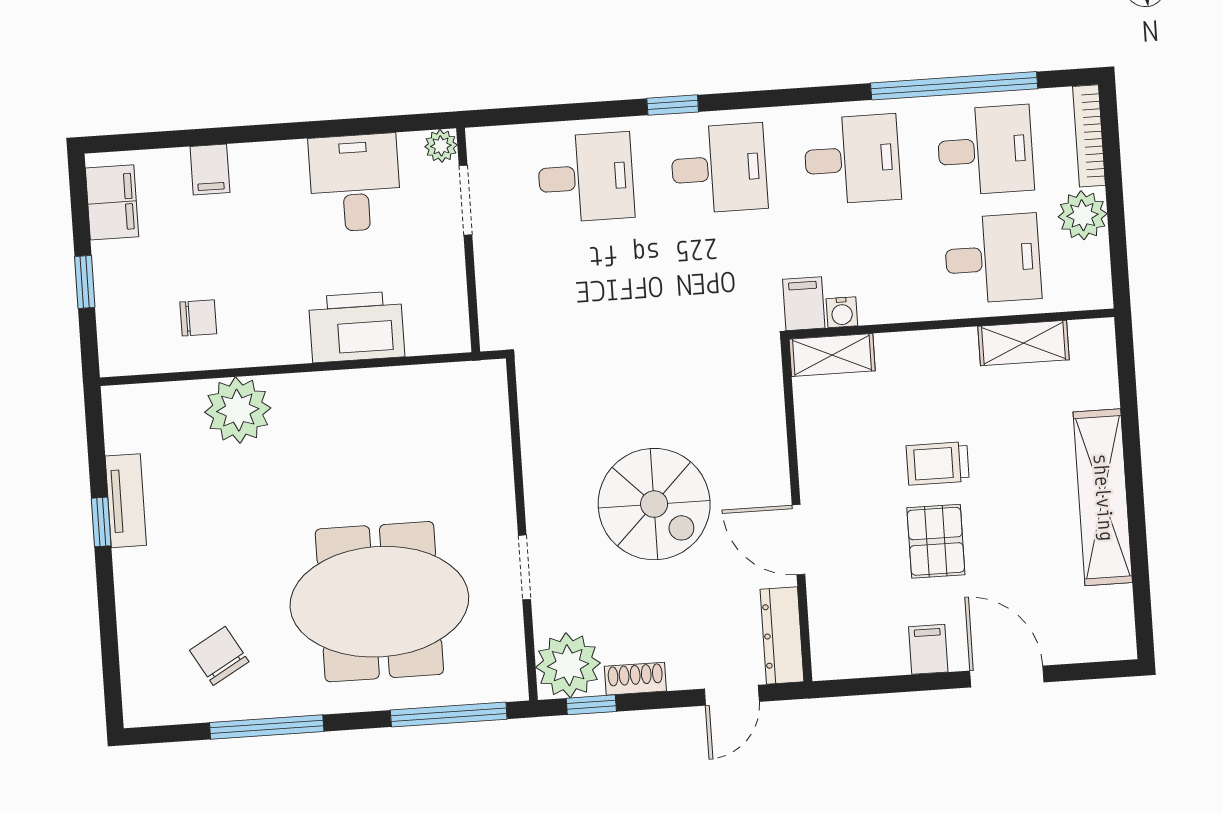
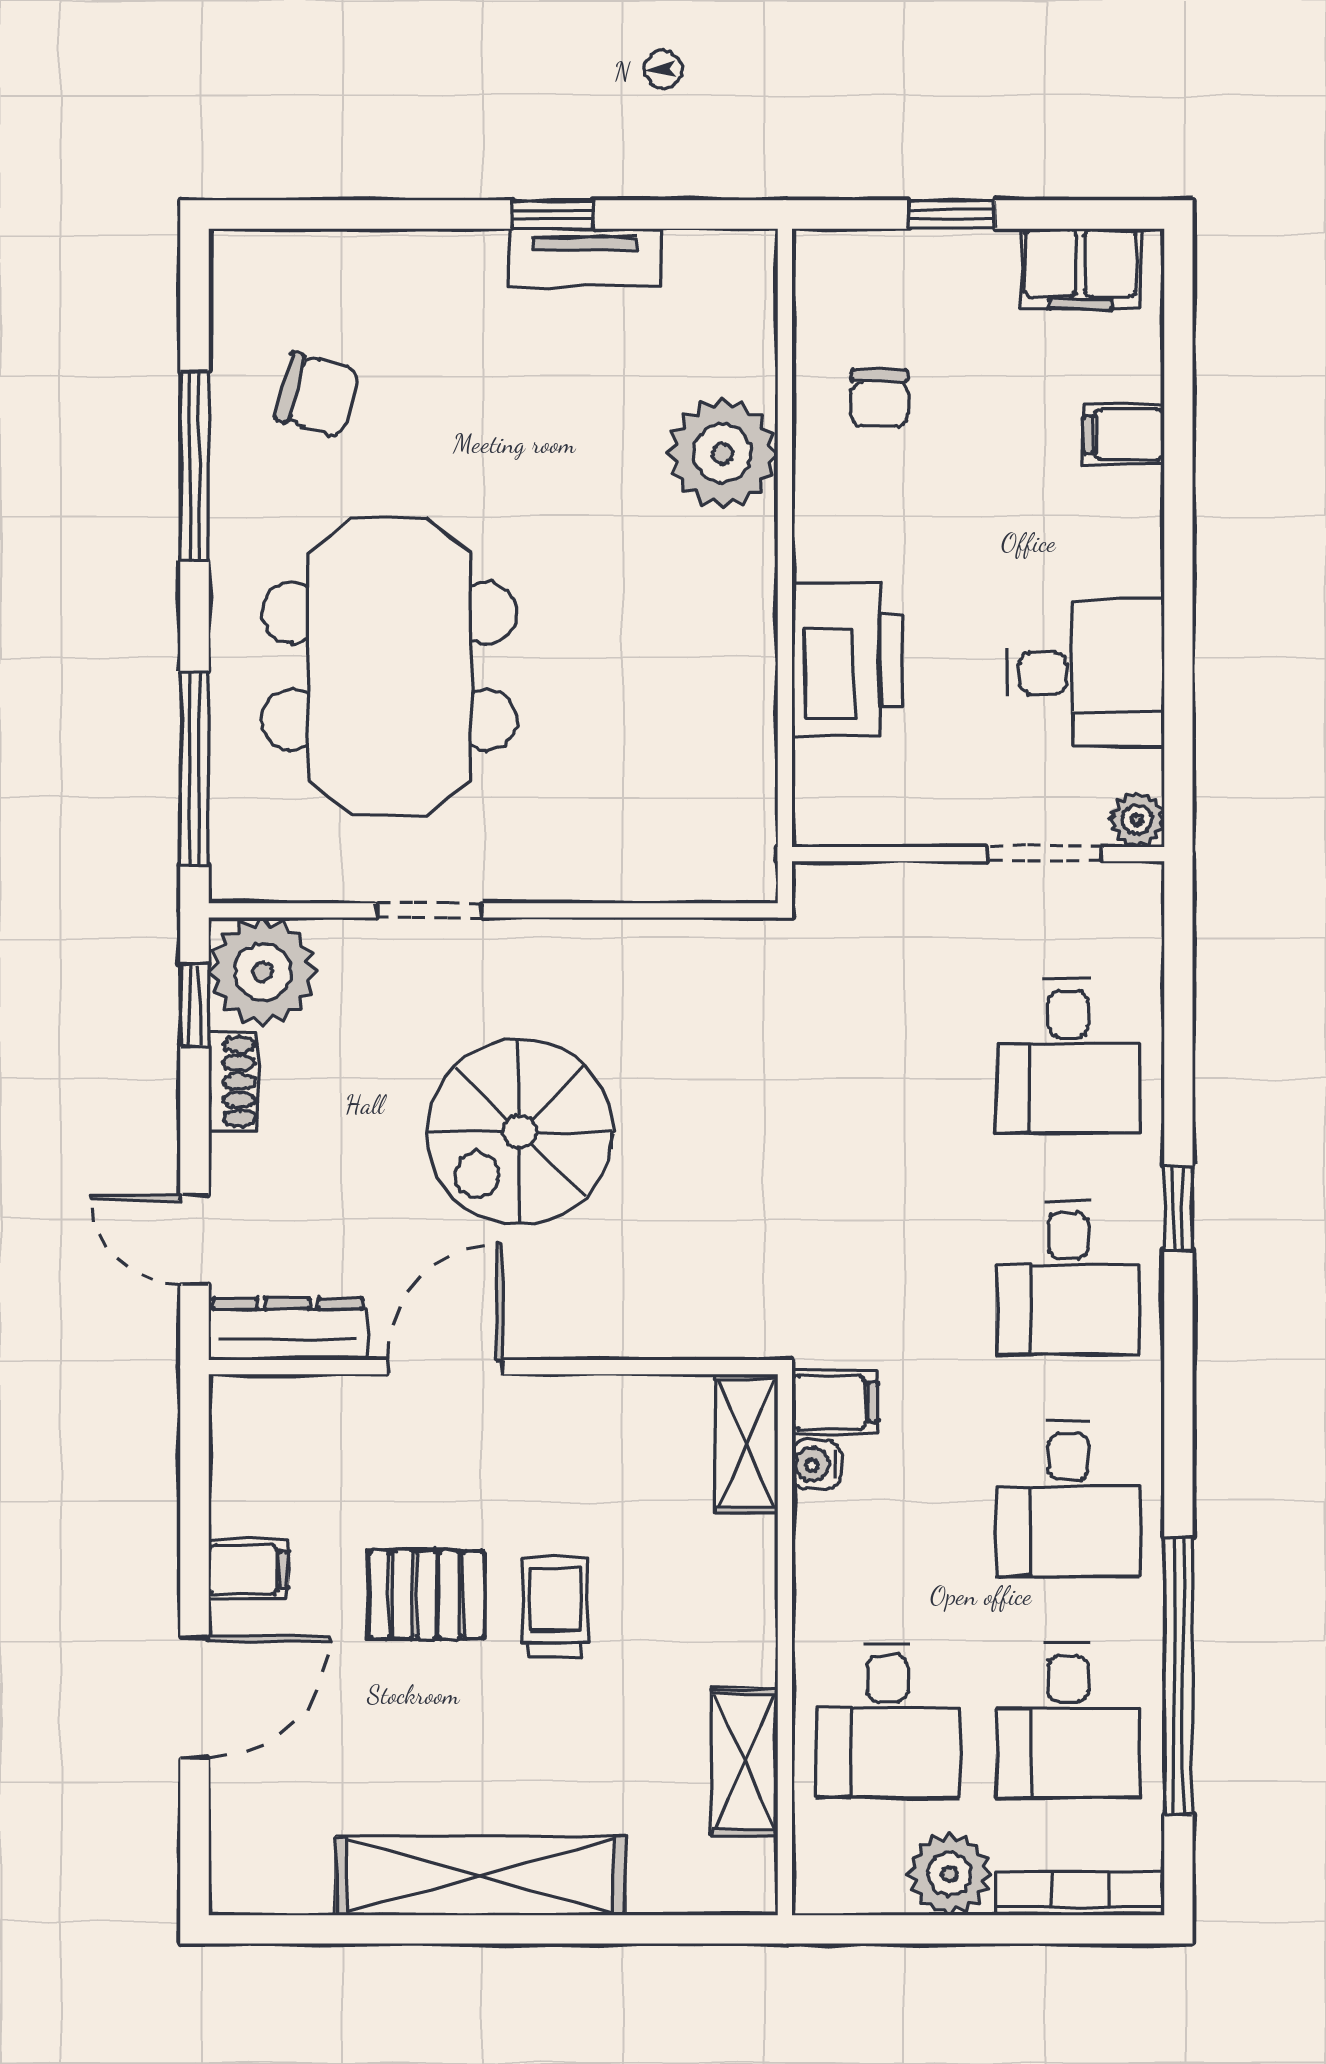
chair: (219, 656) -> (317, 395), turned 45

